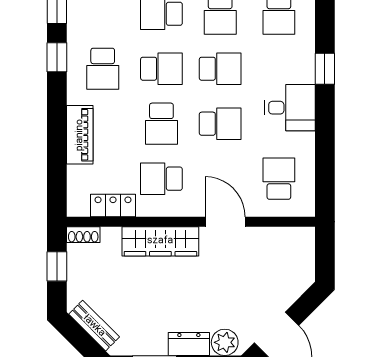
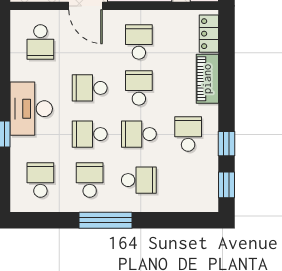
desk: (290, 108) -> (31, 109), width x1.37
school desk: (161, 179) -> (139, 42), turned -90
locker: (113, 205) -> (209, 34), moved, turned 90

